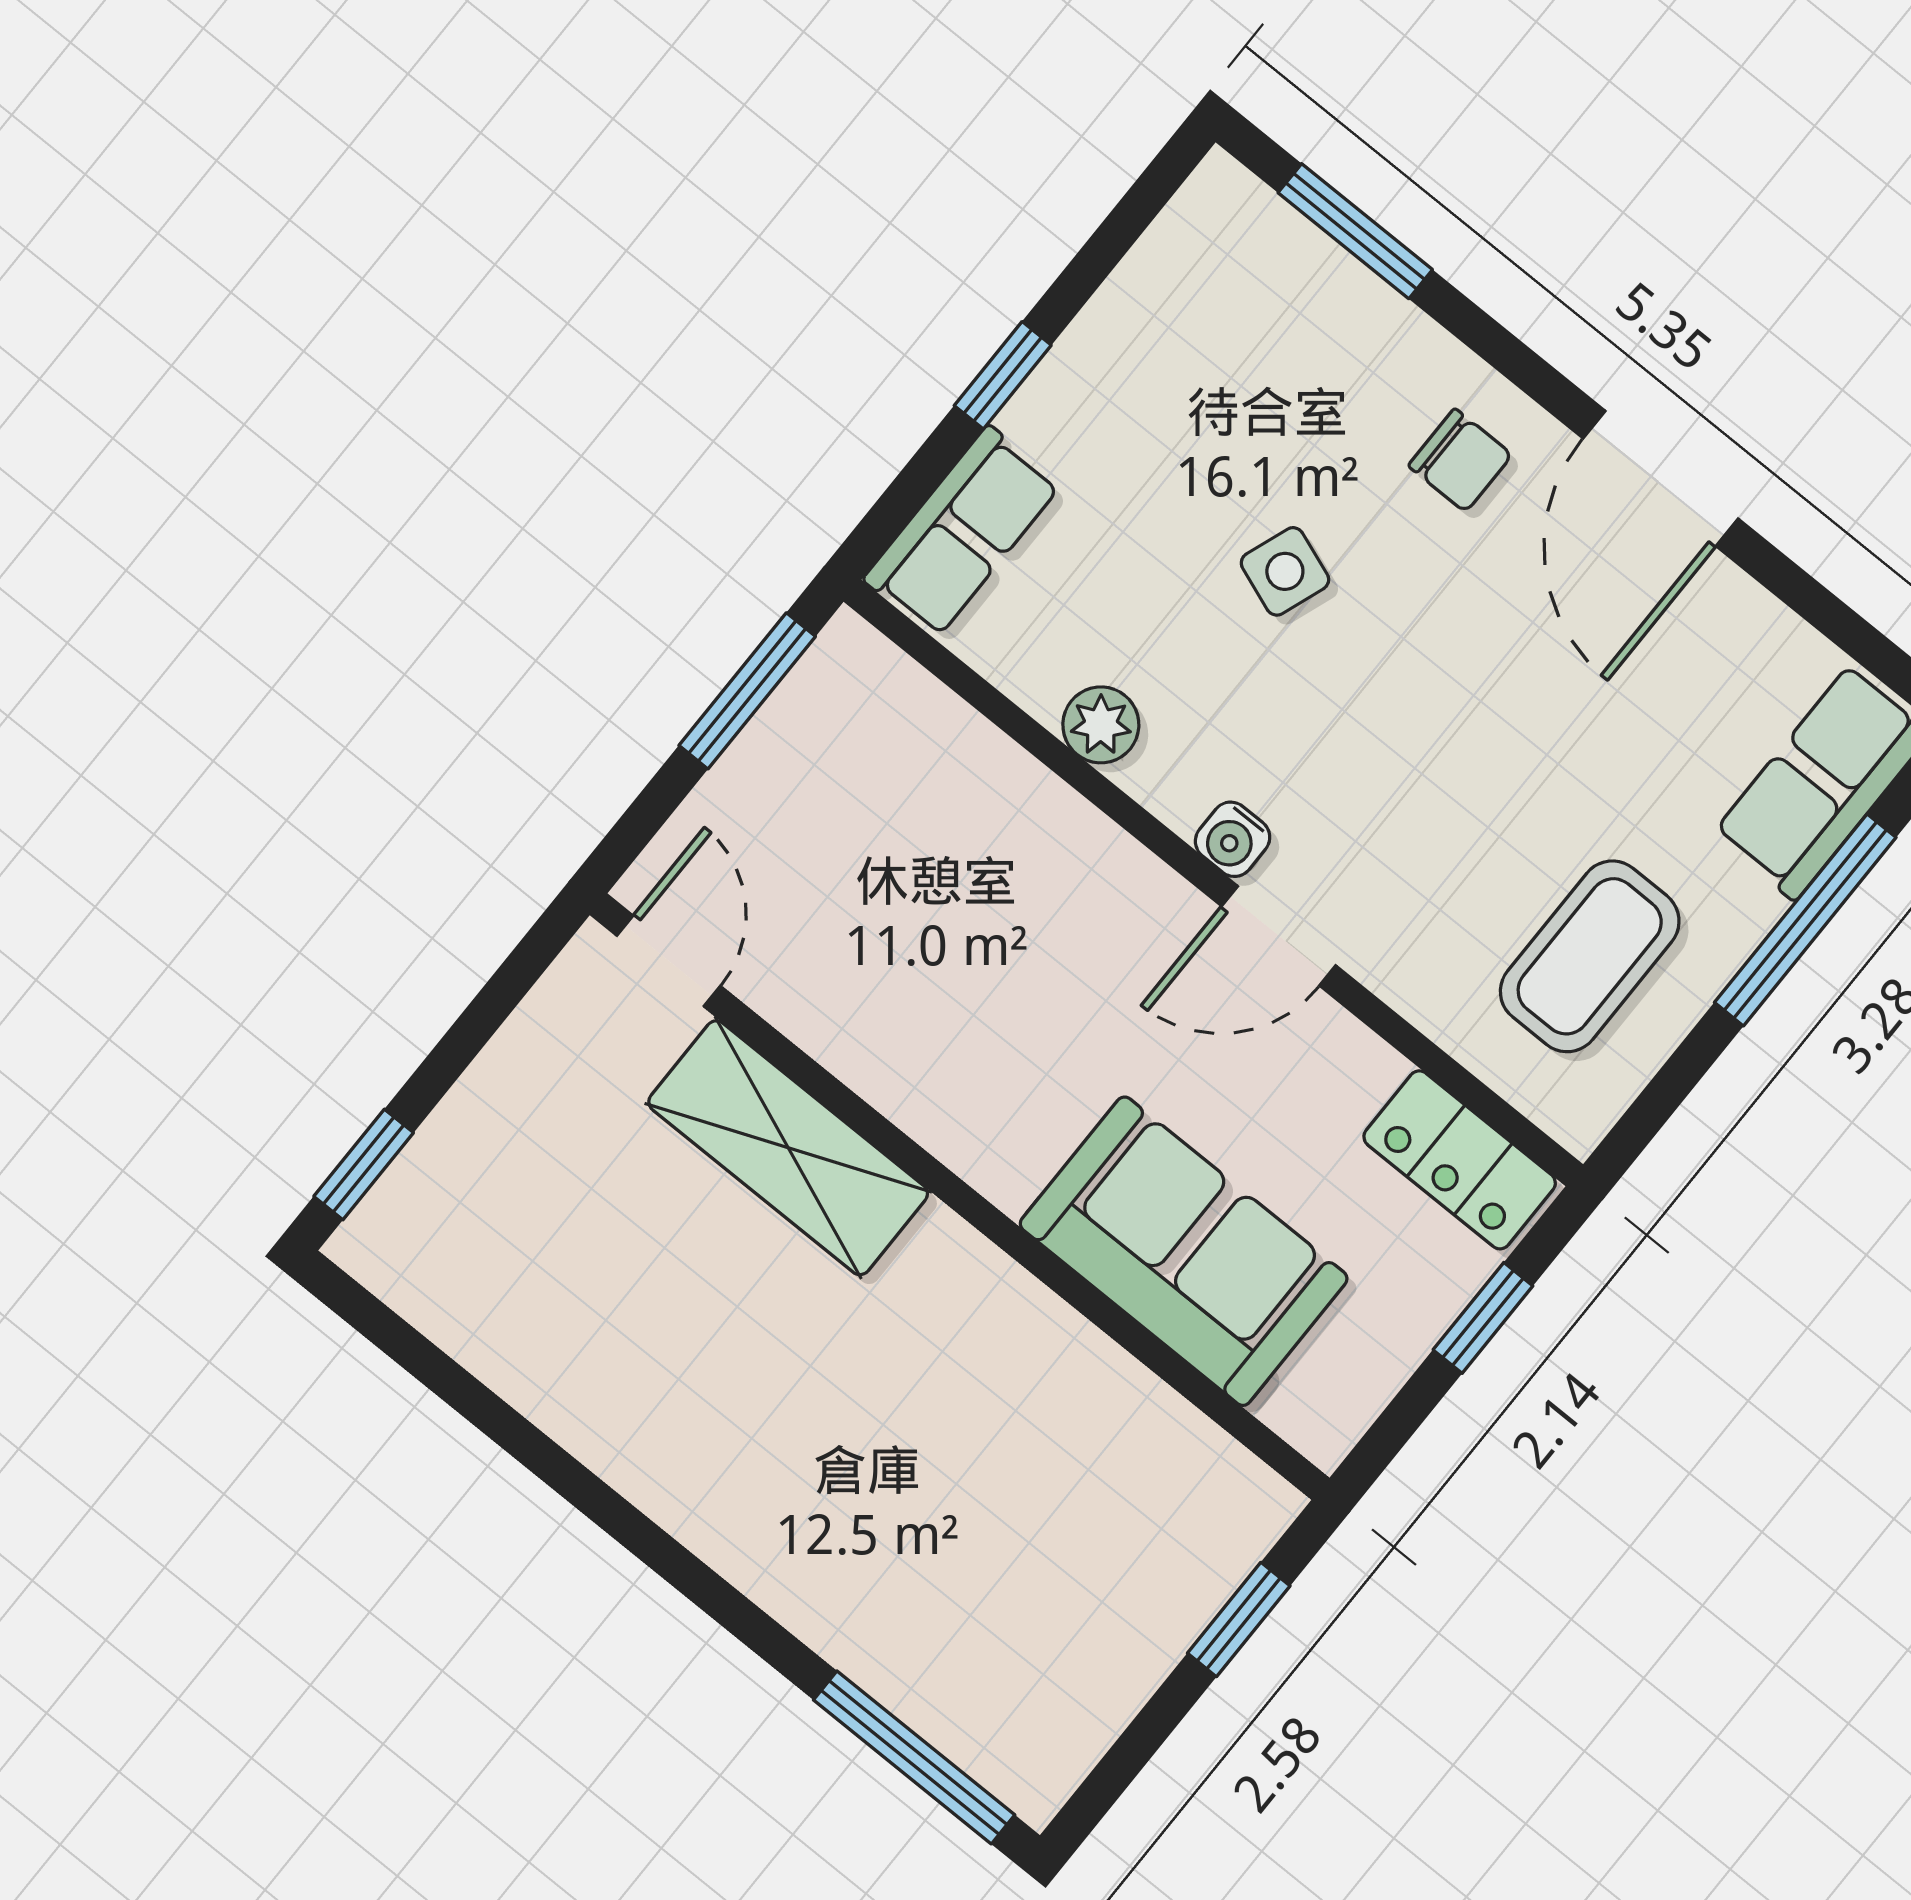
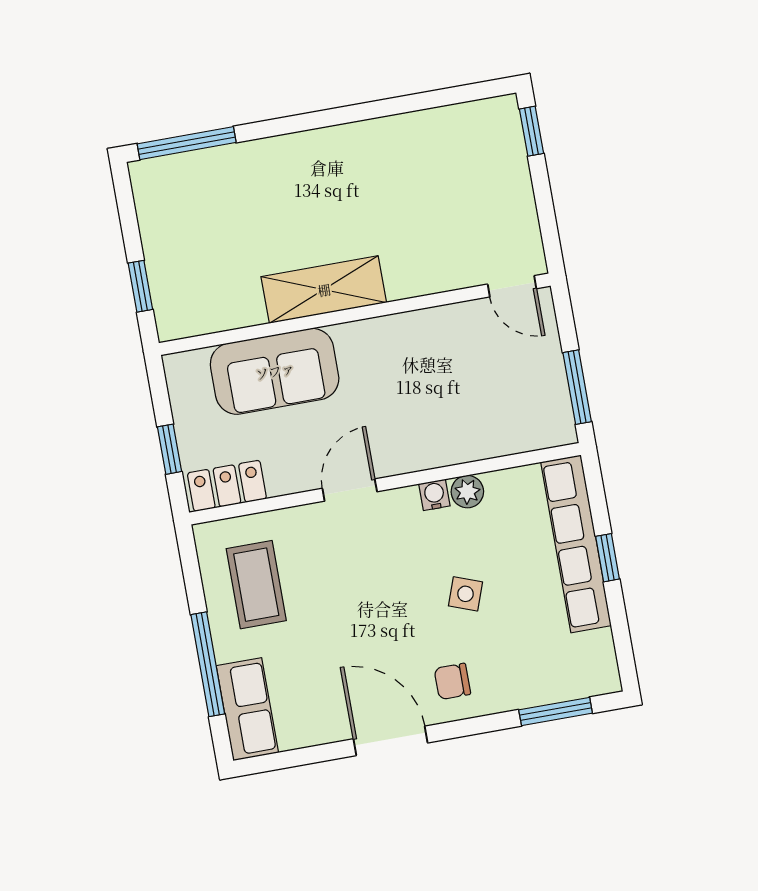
row of seats: (962, 532) -> (576, 544), width x2.02
water cooler: (1233, 839) -> (434, 495), moved
shelving: (788, 1148) -> (324, 290), moved

